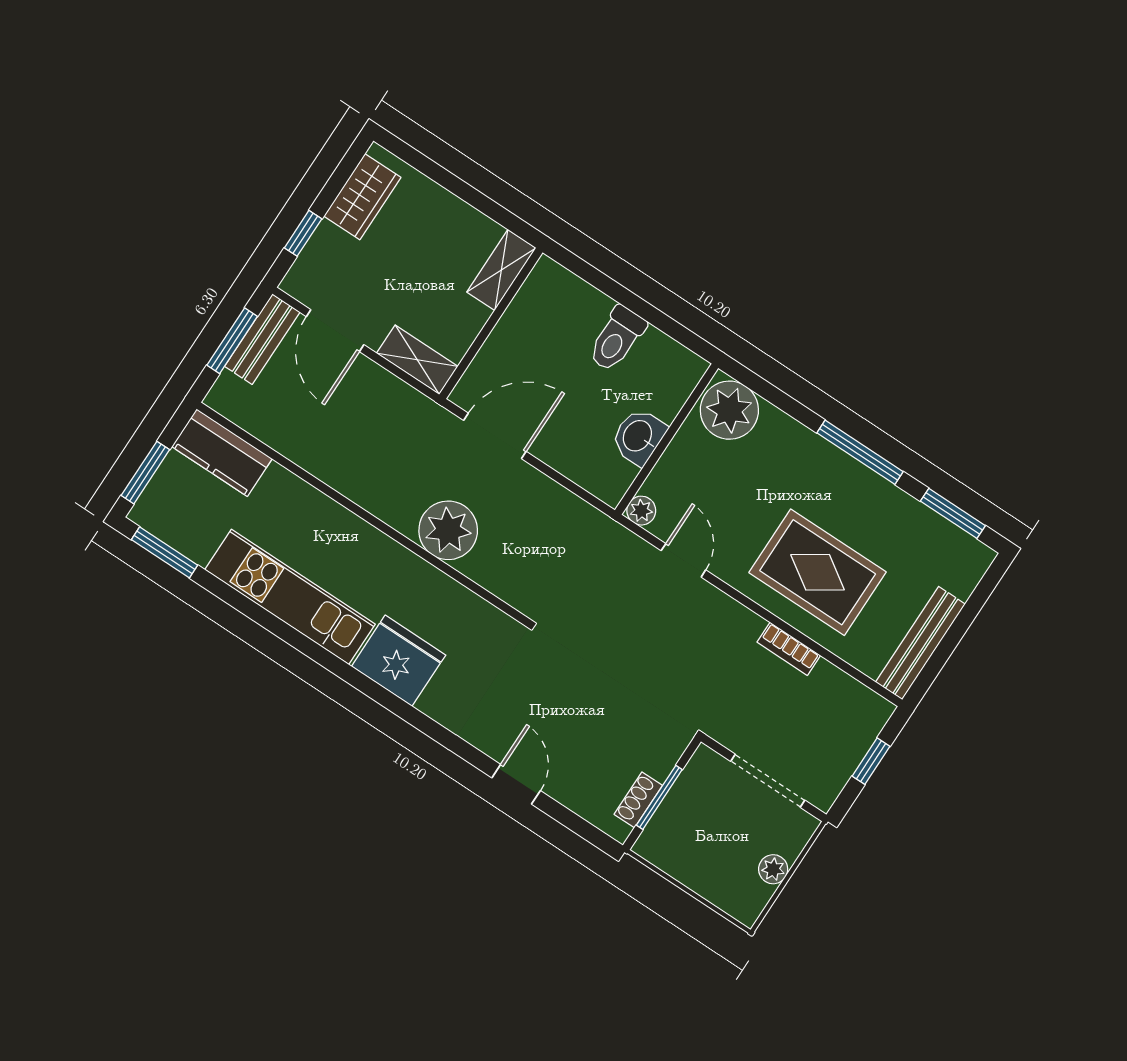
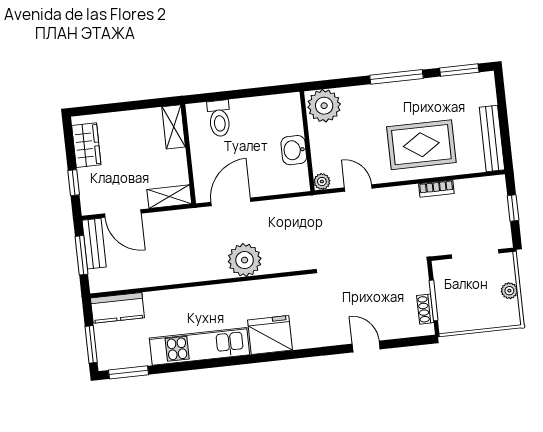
toilet: (617, 339) -> (219, 118), moved

